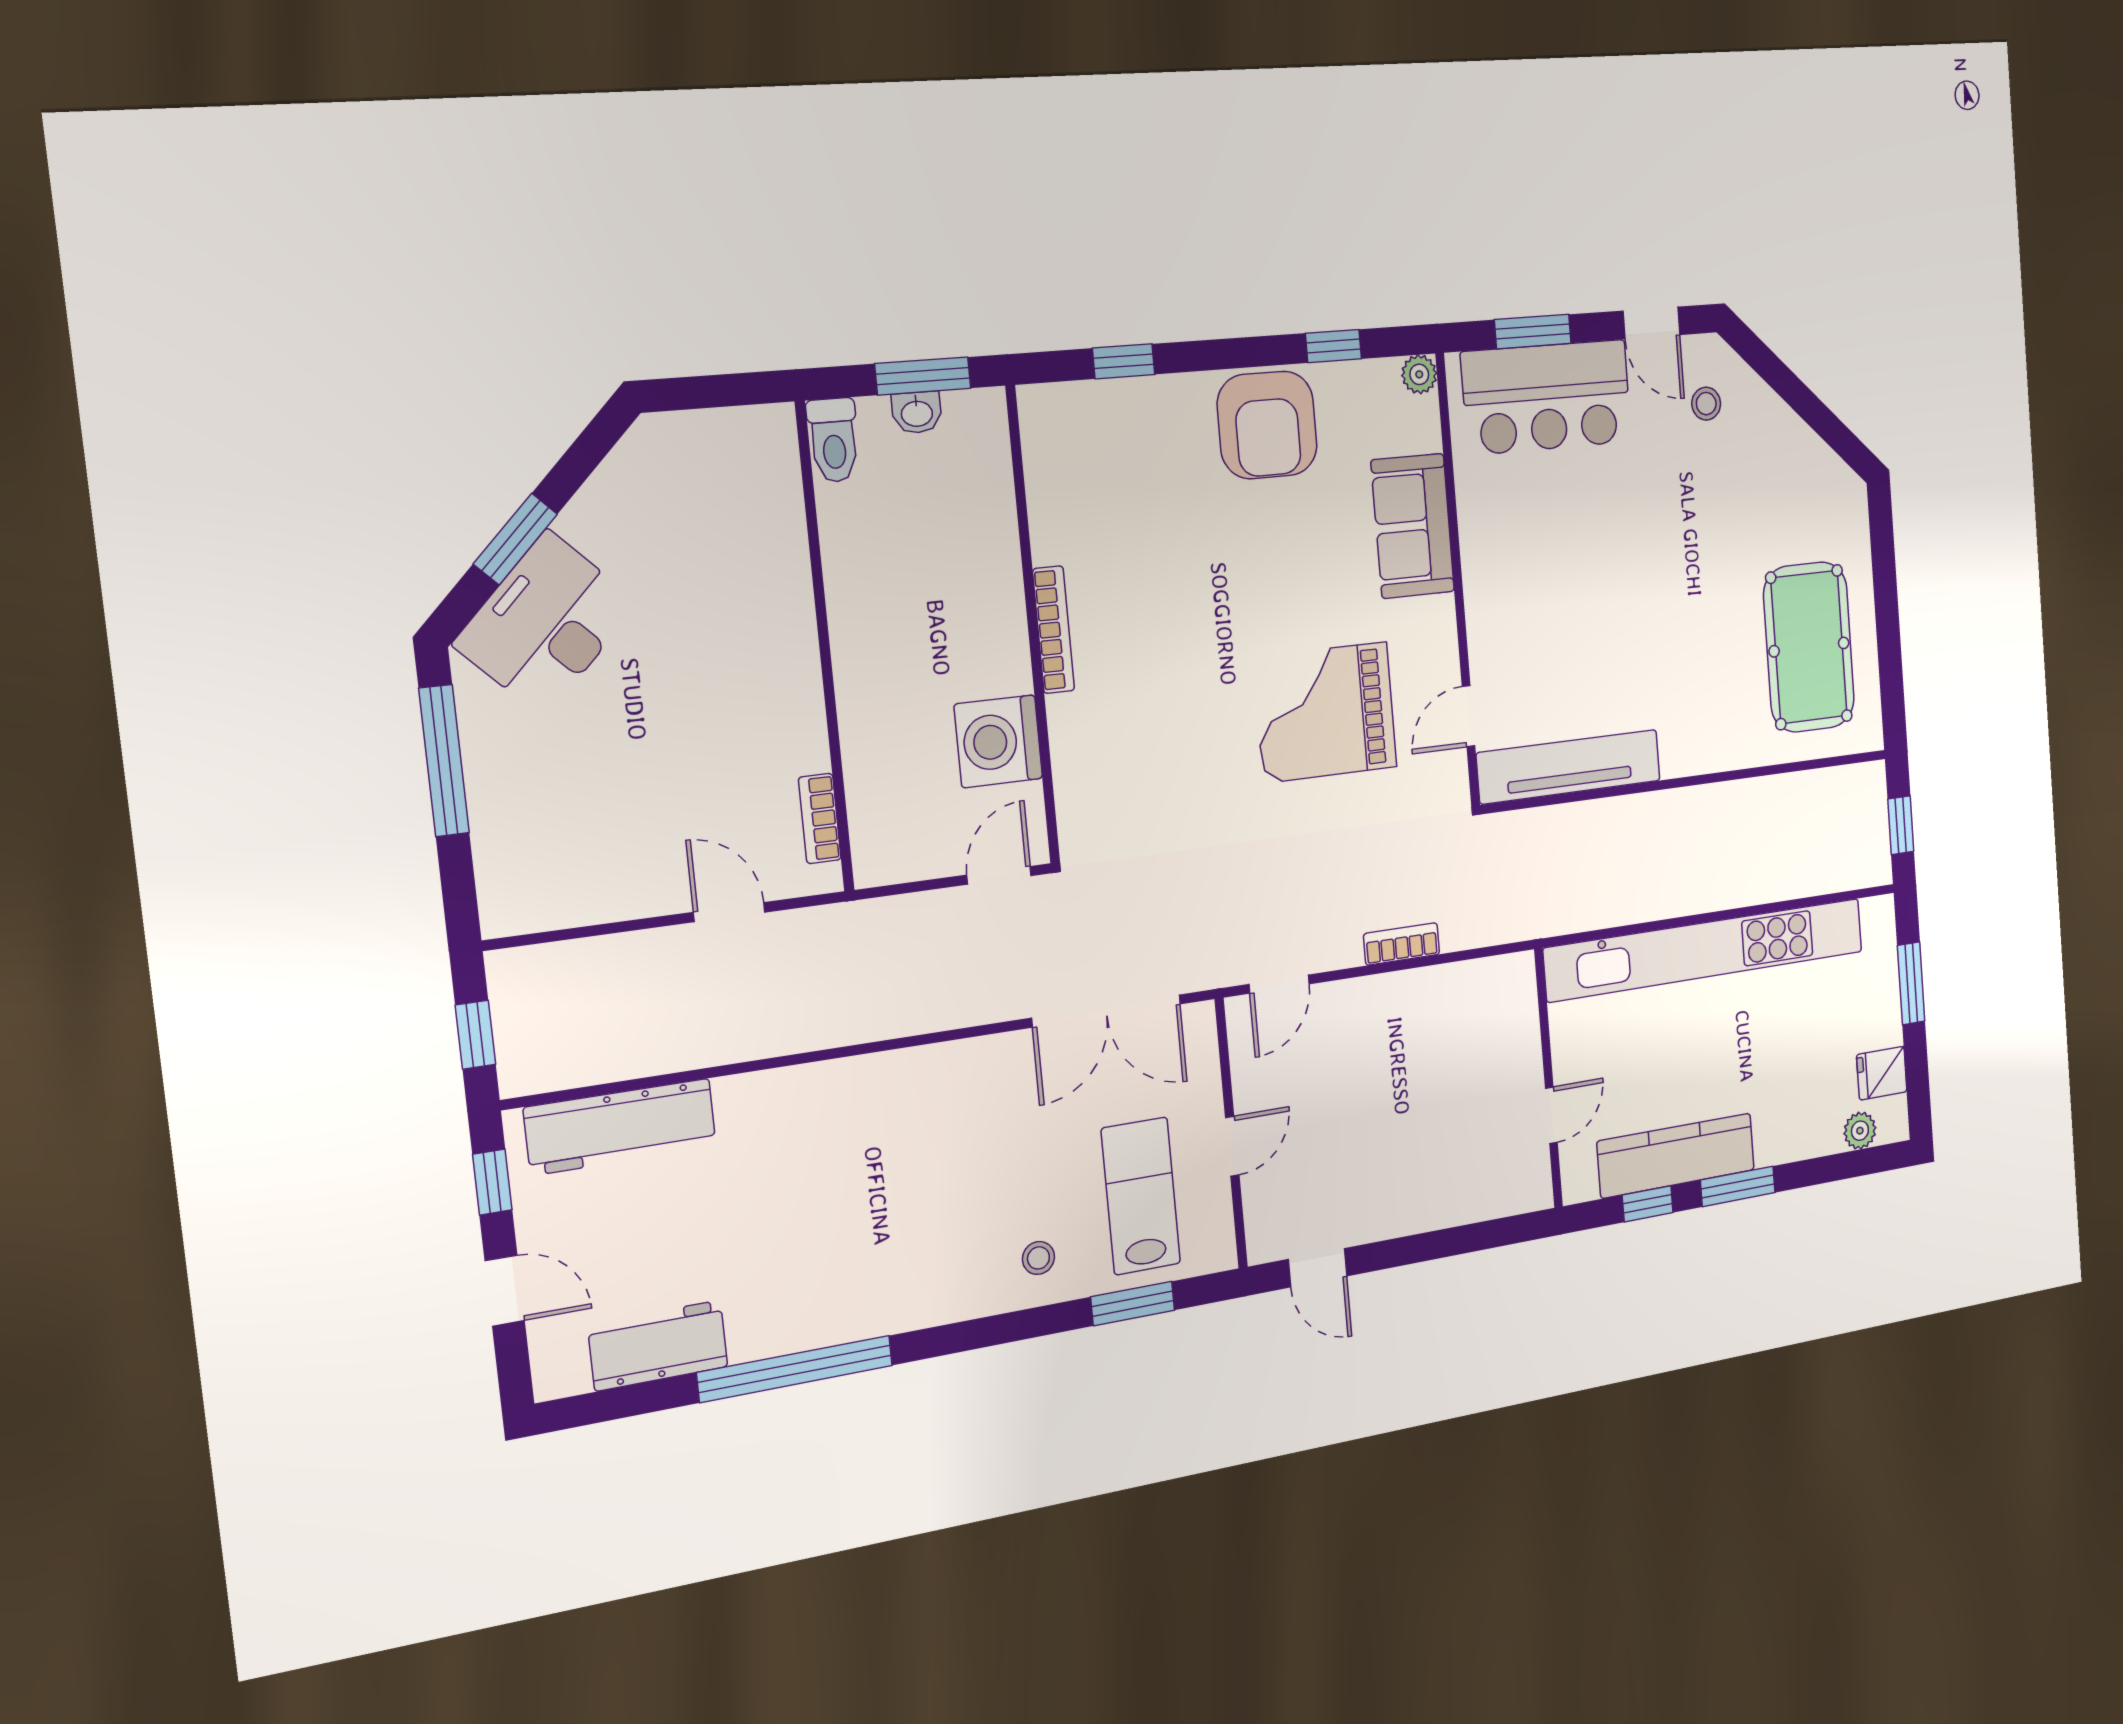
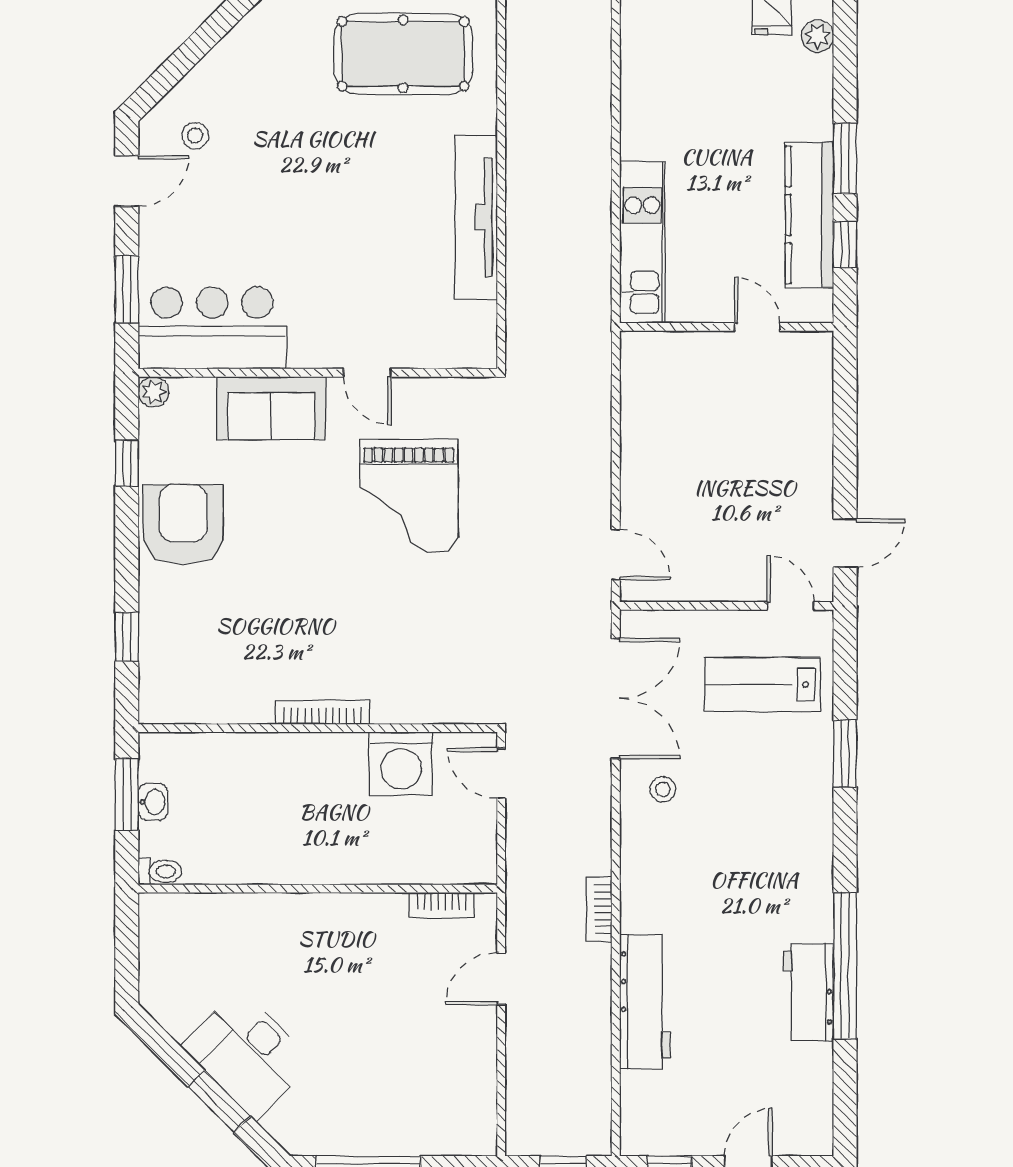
bar counter: (1547, 397) -> (212, 328), moved, turned -90
armchair: (1267, 425) -> (183, 524), turned -90
toilet: (833, 440) -> (160, 871), width x0.73, depth x0.72
desk: (546, 624) -> (247, 1054), moved
door: (1469, 716) -> (367, 373), moved
tv unit: (1569, 767) -> (476, 217), moved
bookcase: (1402, 944) -> (599, 909), moved
kitchen unit: (1706, 950) -> (642, 242), width x0.54
workbench: (621, 1127) -> (645, 1002), moved
door: (1232, 1146) -> (791, 606), moved
stool: (1038, 1258) -> (663, 789), moved
window: (1133, 1304) -> (845, 754), moved
workbench: (658, 1346) -> (808, 992), moved

